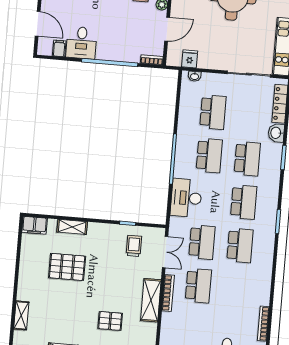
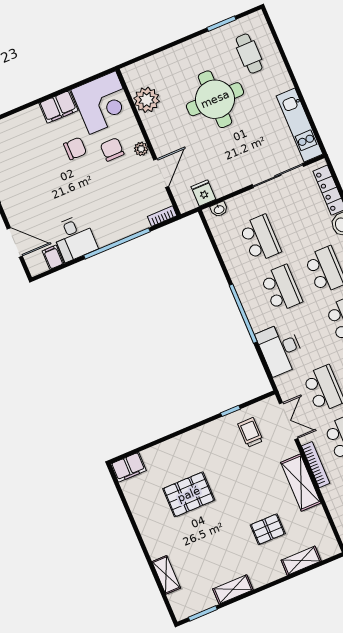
shelving: (72, 227) -> (171, 447), removed

